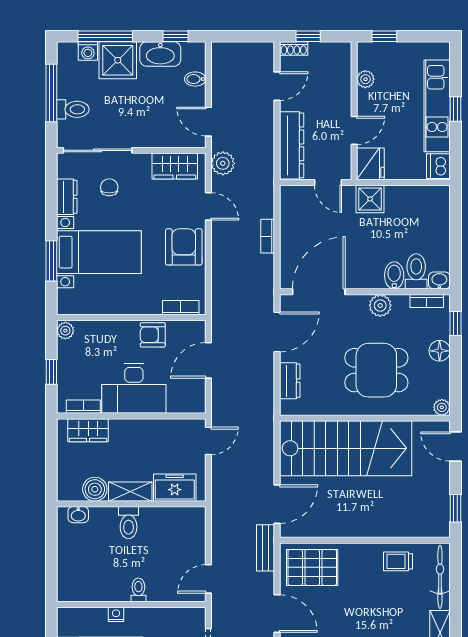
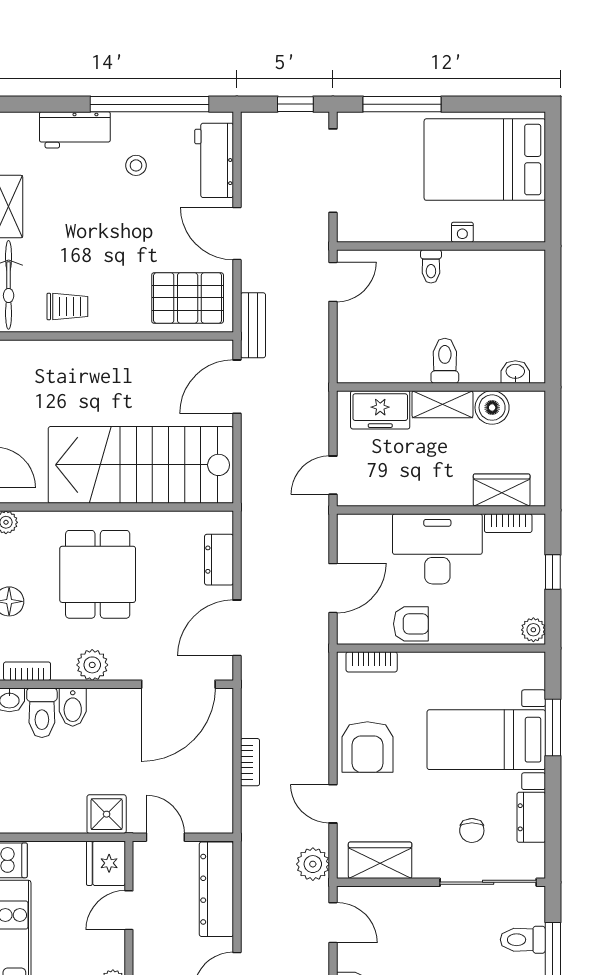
dining table: (376, 370) -> (98, 574), turned 90

